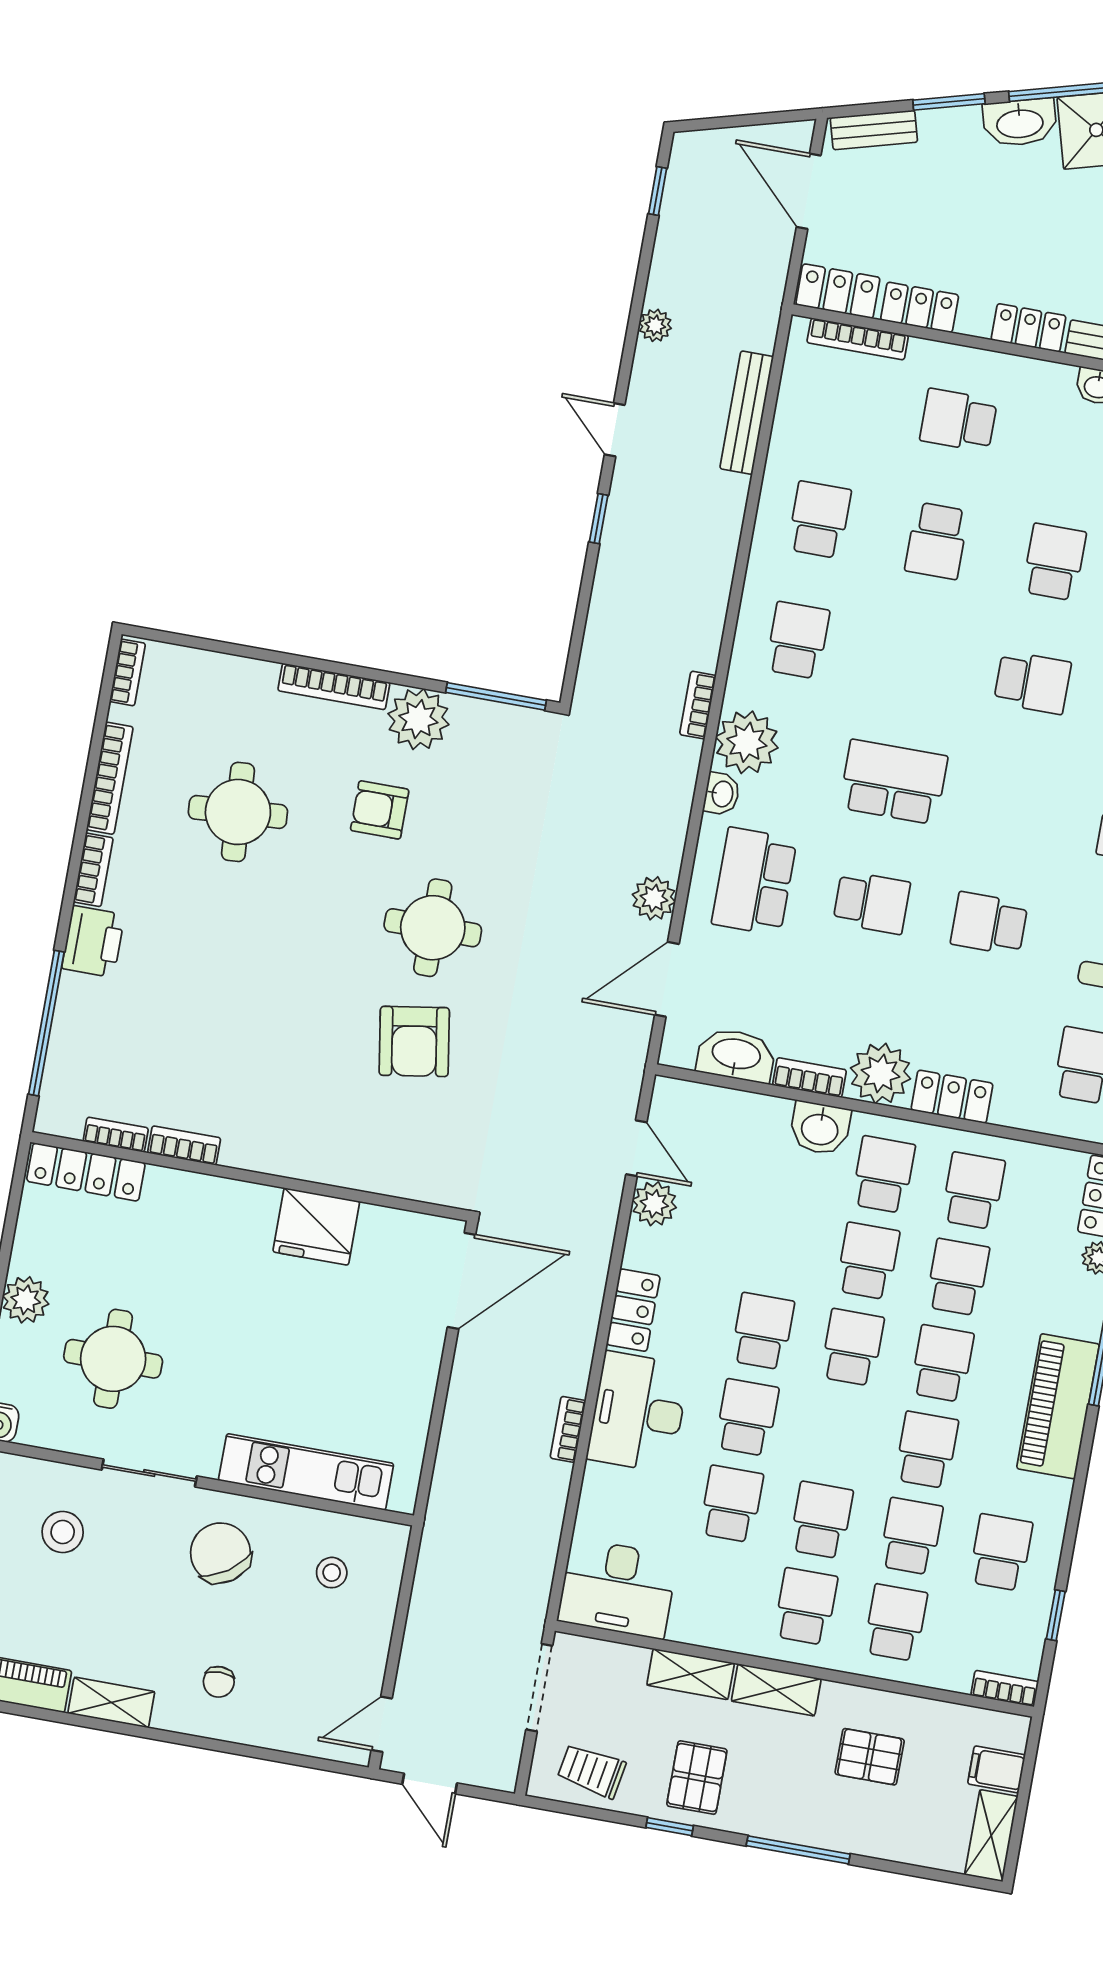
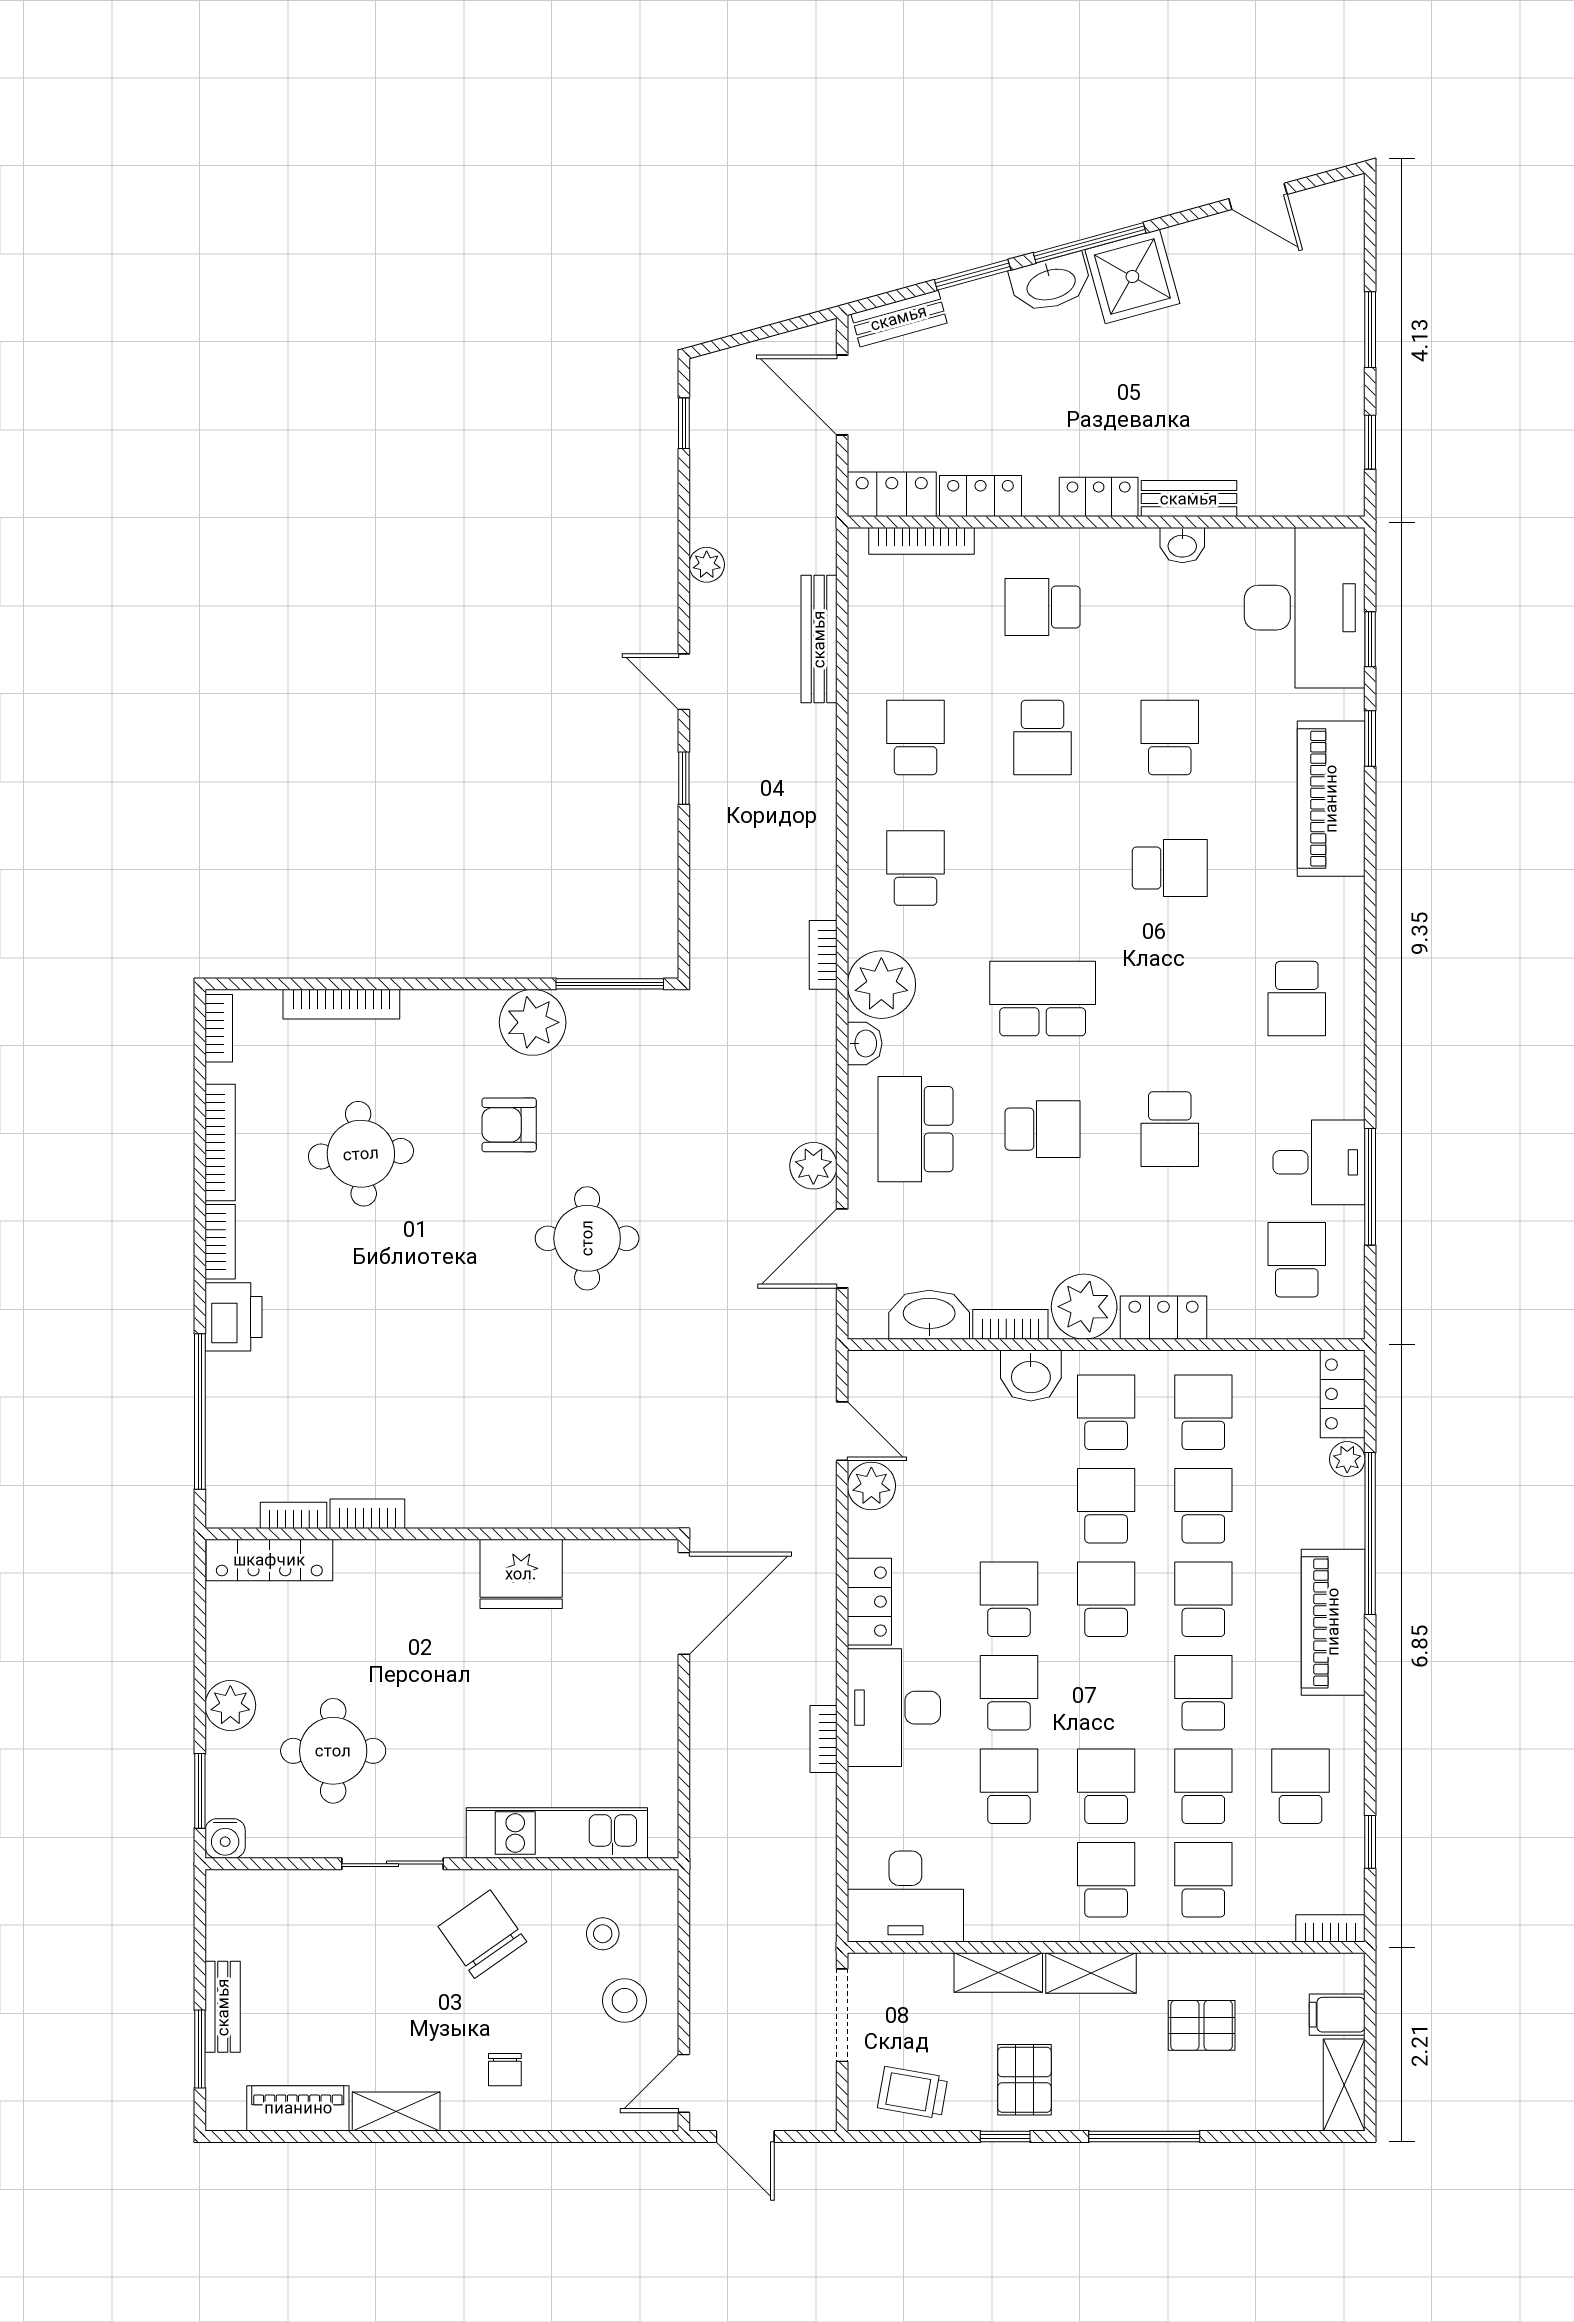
bookcase: (334, 687) -> (341, 1004), moved
school desk: (989, 924) -> (1170, 1129), turned -90
armchair: (414, 1041) -> (589, 1361), removed
stool: (63, 1532) -> (625, 2001), moved

